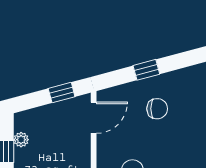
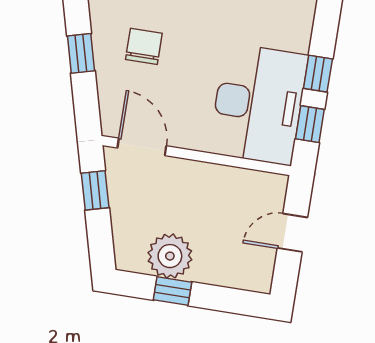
plant: (21, 140) -> (170, 256), width x1.88, depth x1.88

